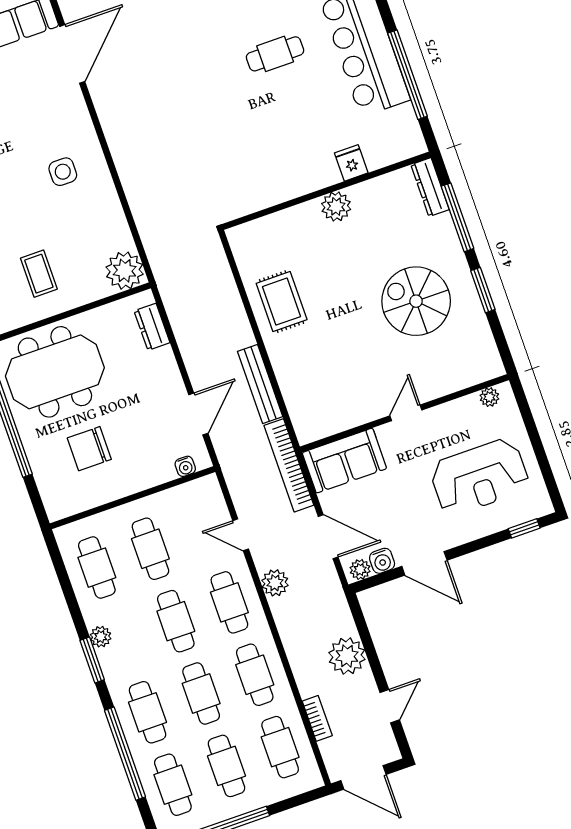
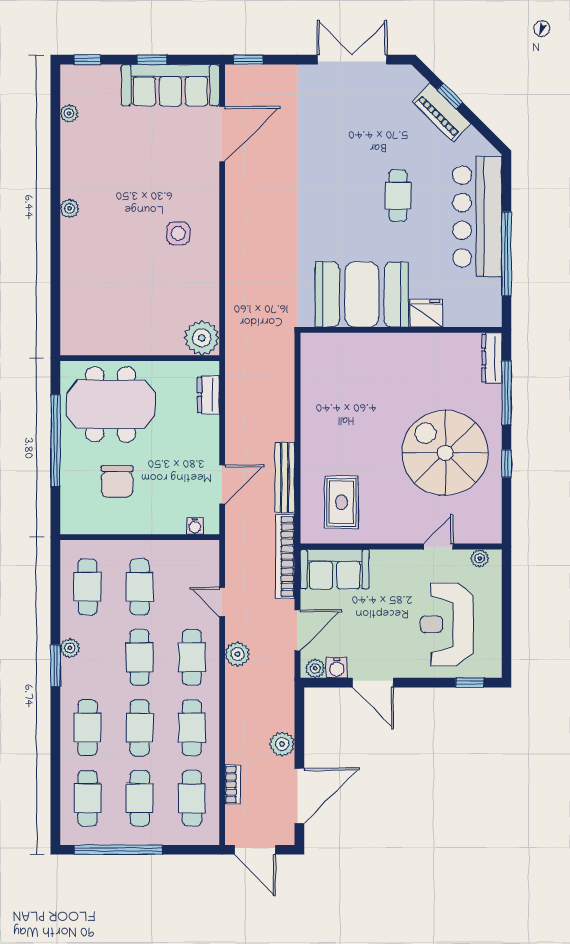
cafe table: (275, 54) -> (398, 196), turned 90
fridge: (351, 163) -> (426, 313), width x1.38
booth: (273, 168) -> (362, 294), added
plant: (336, 206) -> (405, 346), removed
coffee table: (39, 274) -> (127, 314), removed
window: (483, 290) -> (507, 464), width x0.67
spiral stairs: (416, 301) -> (445, 453), width x1.37, depth x1.37
rug: (282, 302) -> (341, 502), moved
door: (406, 413) -> (438, 547), moved
chair: (89, 449) -> (117, 481), turned -90
reception desk: (479, 477) -> (447, 624), turned 90
door: (328, 537) -> (297, 630), hinge flipped
plant: (347, 656) -> (282, 744), width x0.73, depth x0.73
door: (390, 706) -> (299, 796), width x1.87
window: (125, 754) -> (55, 757), removed

